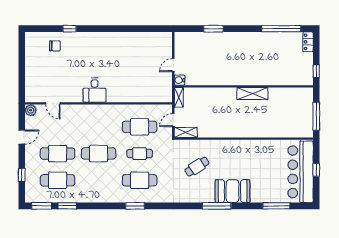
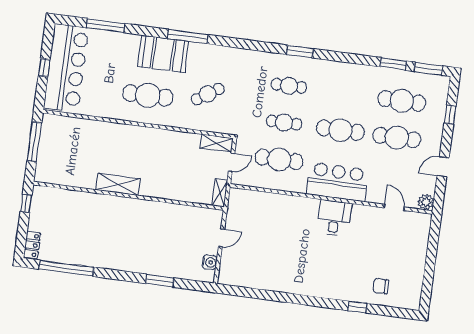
water cooler: (179, 80) -> (210, 262), moved
bar counter: (96, 116) -> (337, 182), added
cafe table: (240, 160) -> (148, 95), added
cafe table: (140, 180) -> (289, 86), width x0.73, depth x0.74

